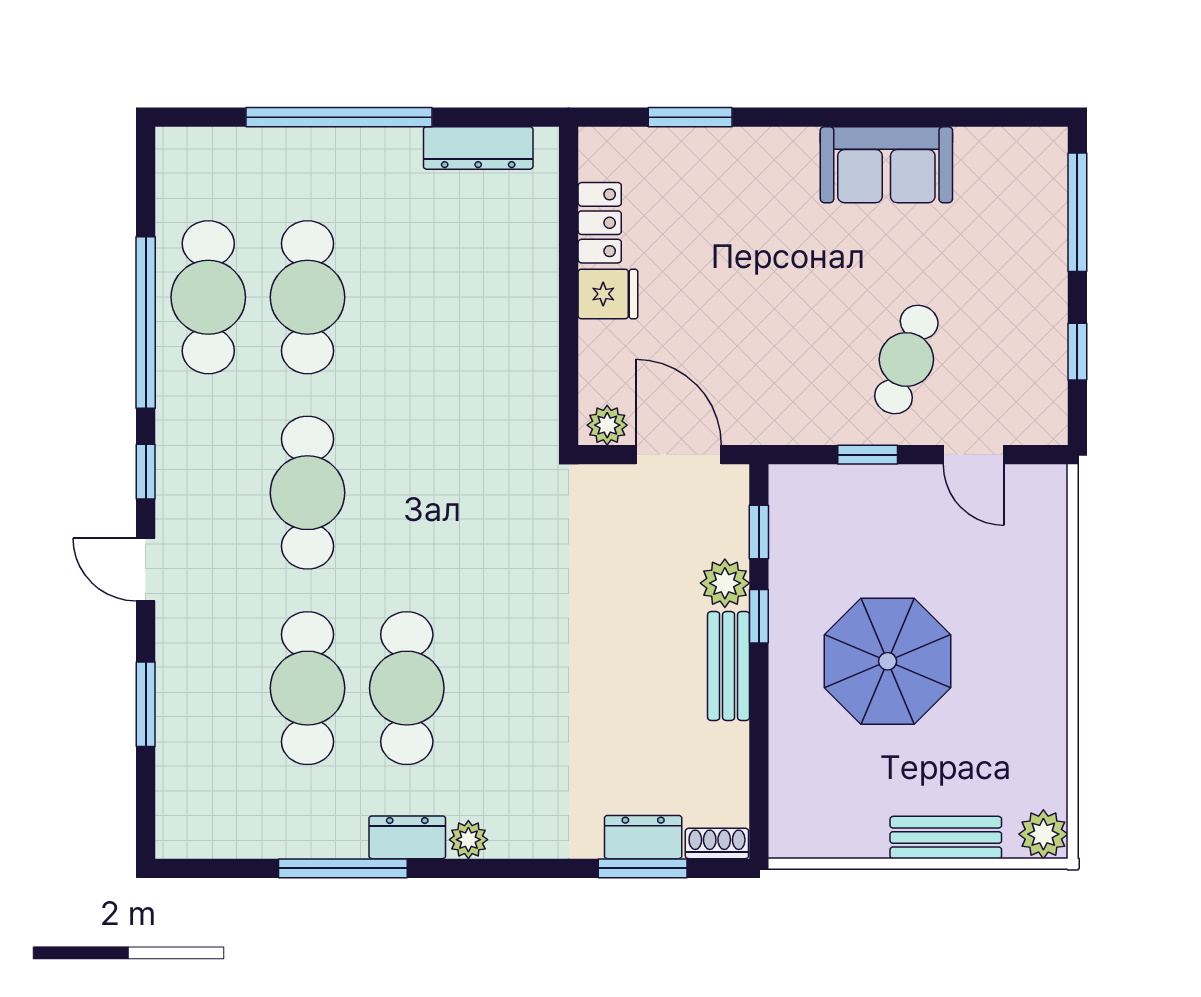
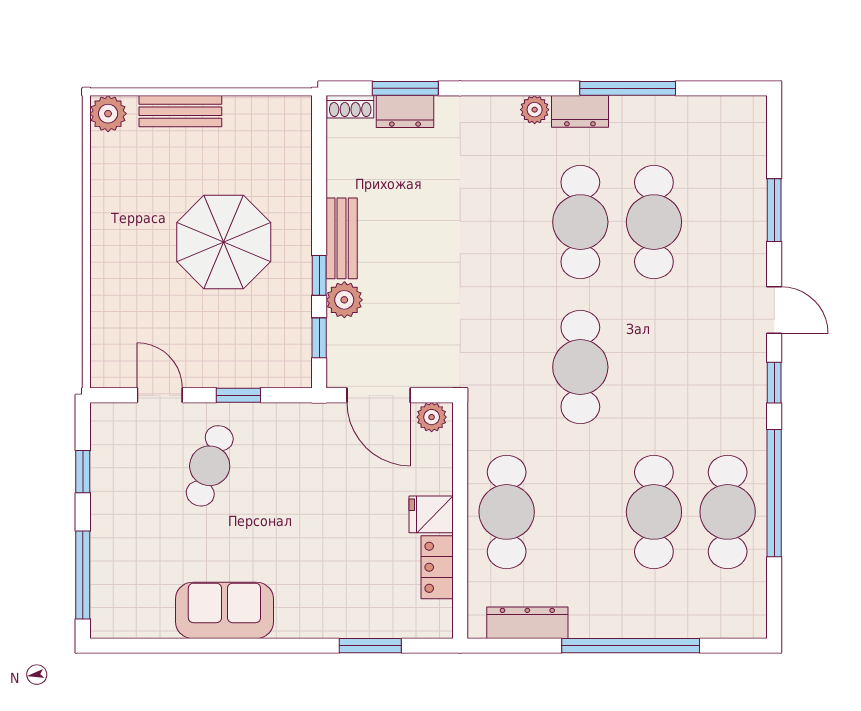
cafe table: (506, 297) -> (507, 512), added
cafe table: (308, 493) -> (580, 367), moved

